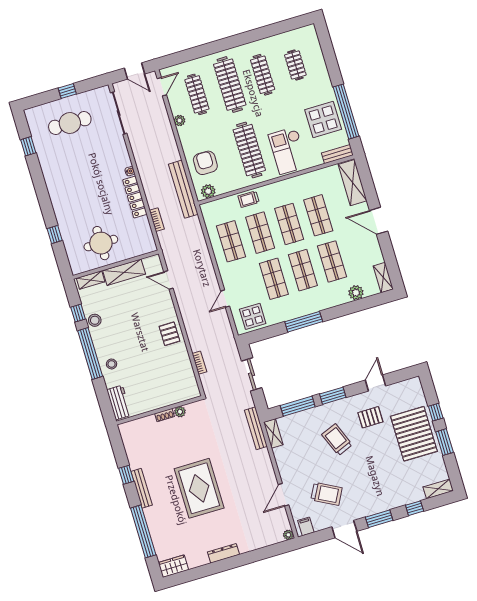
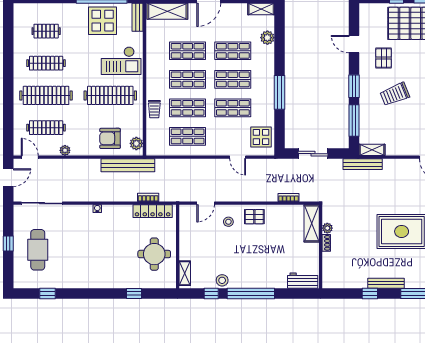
locker: (135, 197) -> (153, 211), moved
shelving: (124, 272) -> (312, 223), moved
stool: (112, 364) -> (228, 222), moved

